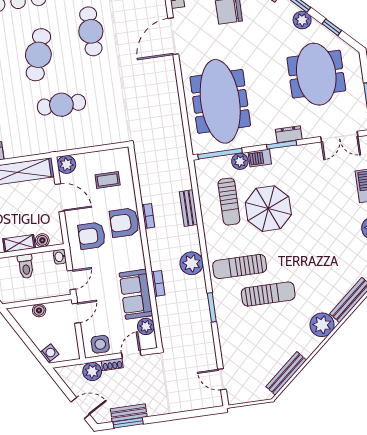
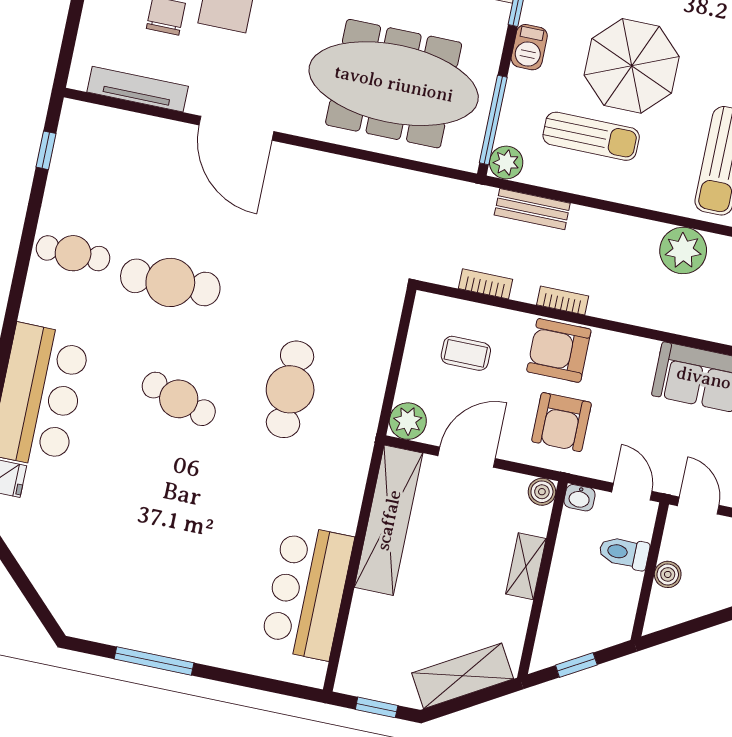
cafe table: (38, 55) -> (179, 399), width x0.73, depth x0.74
plant: (240, 161) -> (506, 163), moved
coffee table: (108, 180) -> (466, 353), turned 90
bench: (188, 208) -> (532, 209), moved
armchair: (124, 223) -> (559, 350), turned 90
boiler: (42, 240) -> (542, 492), moved
toilet: (26, 266) -> (624, 553), moved, turned 180
bookcase: (158, 283) -> (486, 284), moved

